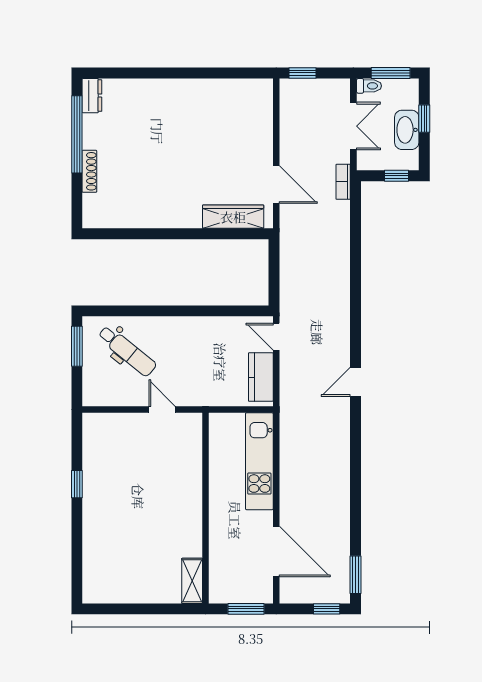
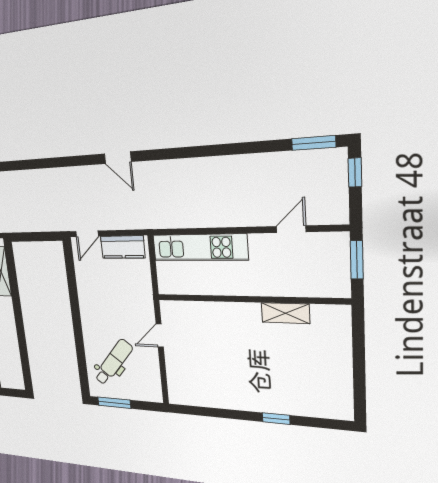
window: (77, 484) -> (276, 419), moved
door: (276, 552) -> (291, 229), width x0.53
shelving: (192, 581) -> (285, 313), moved

